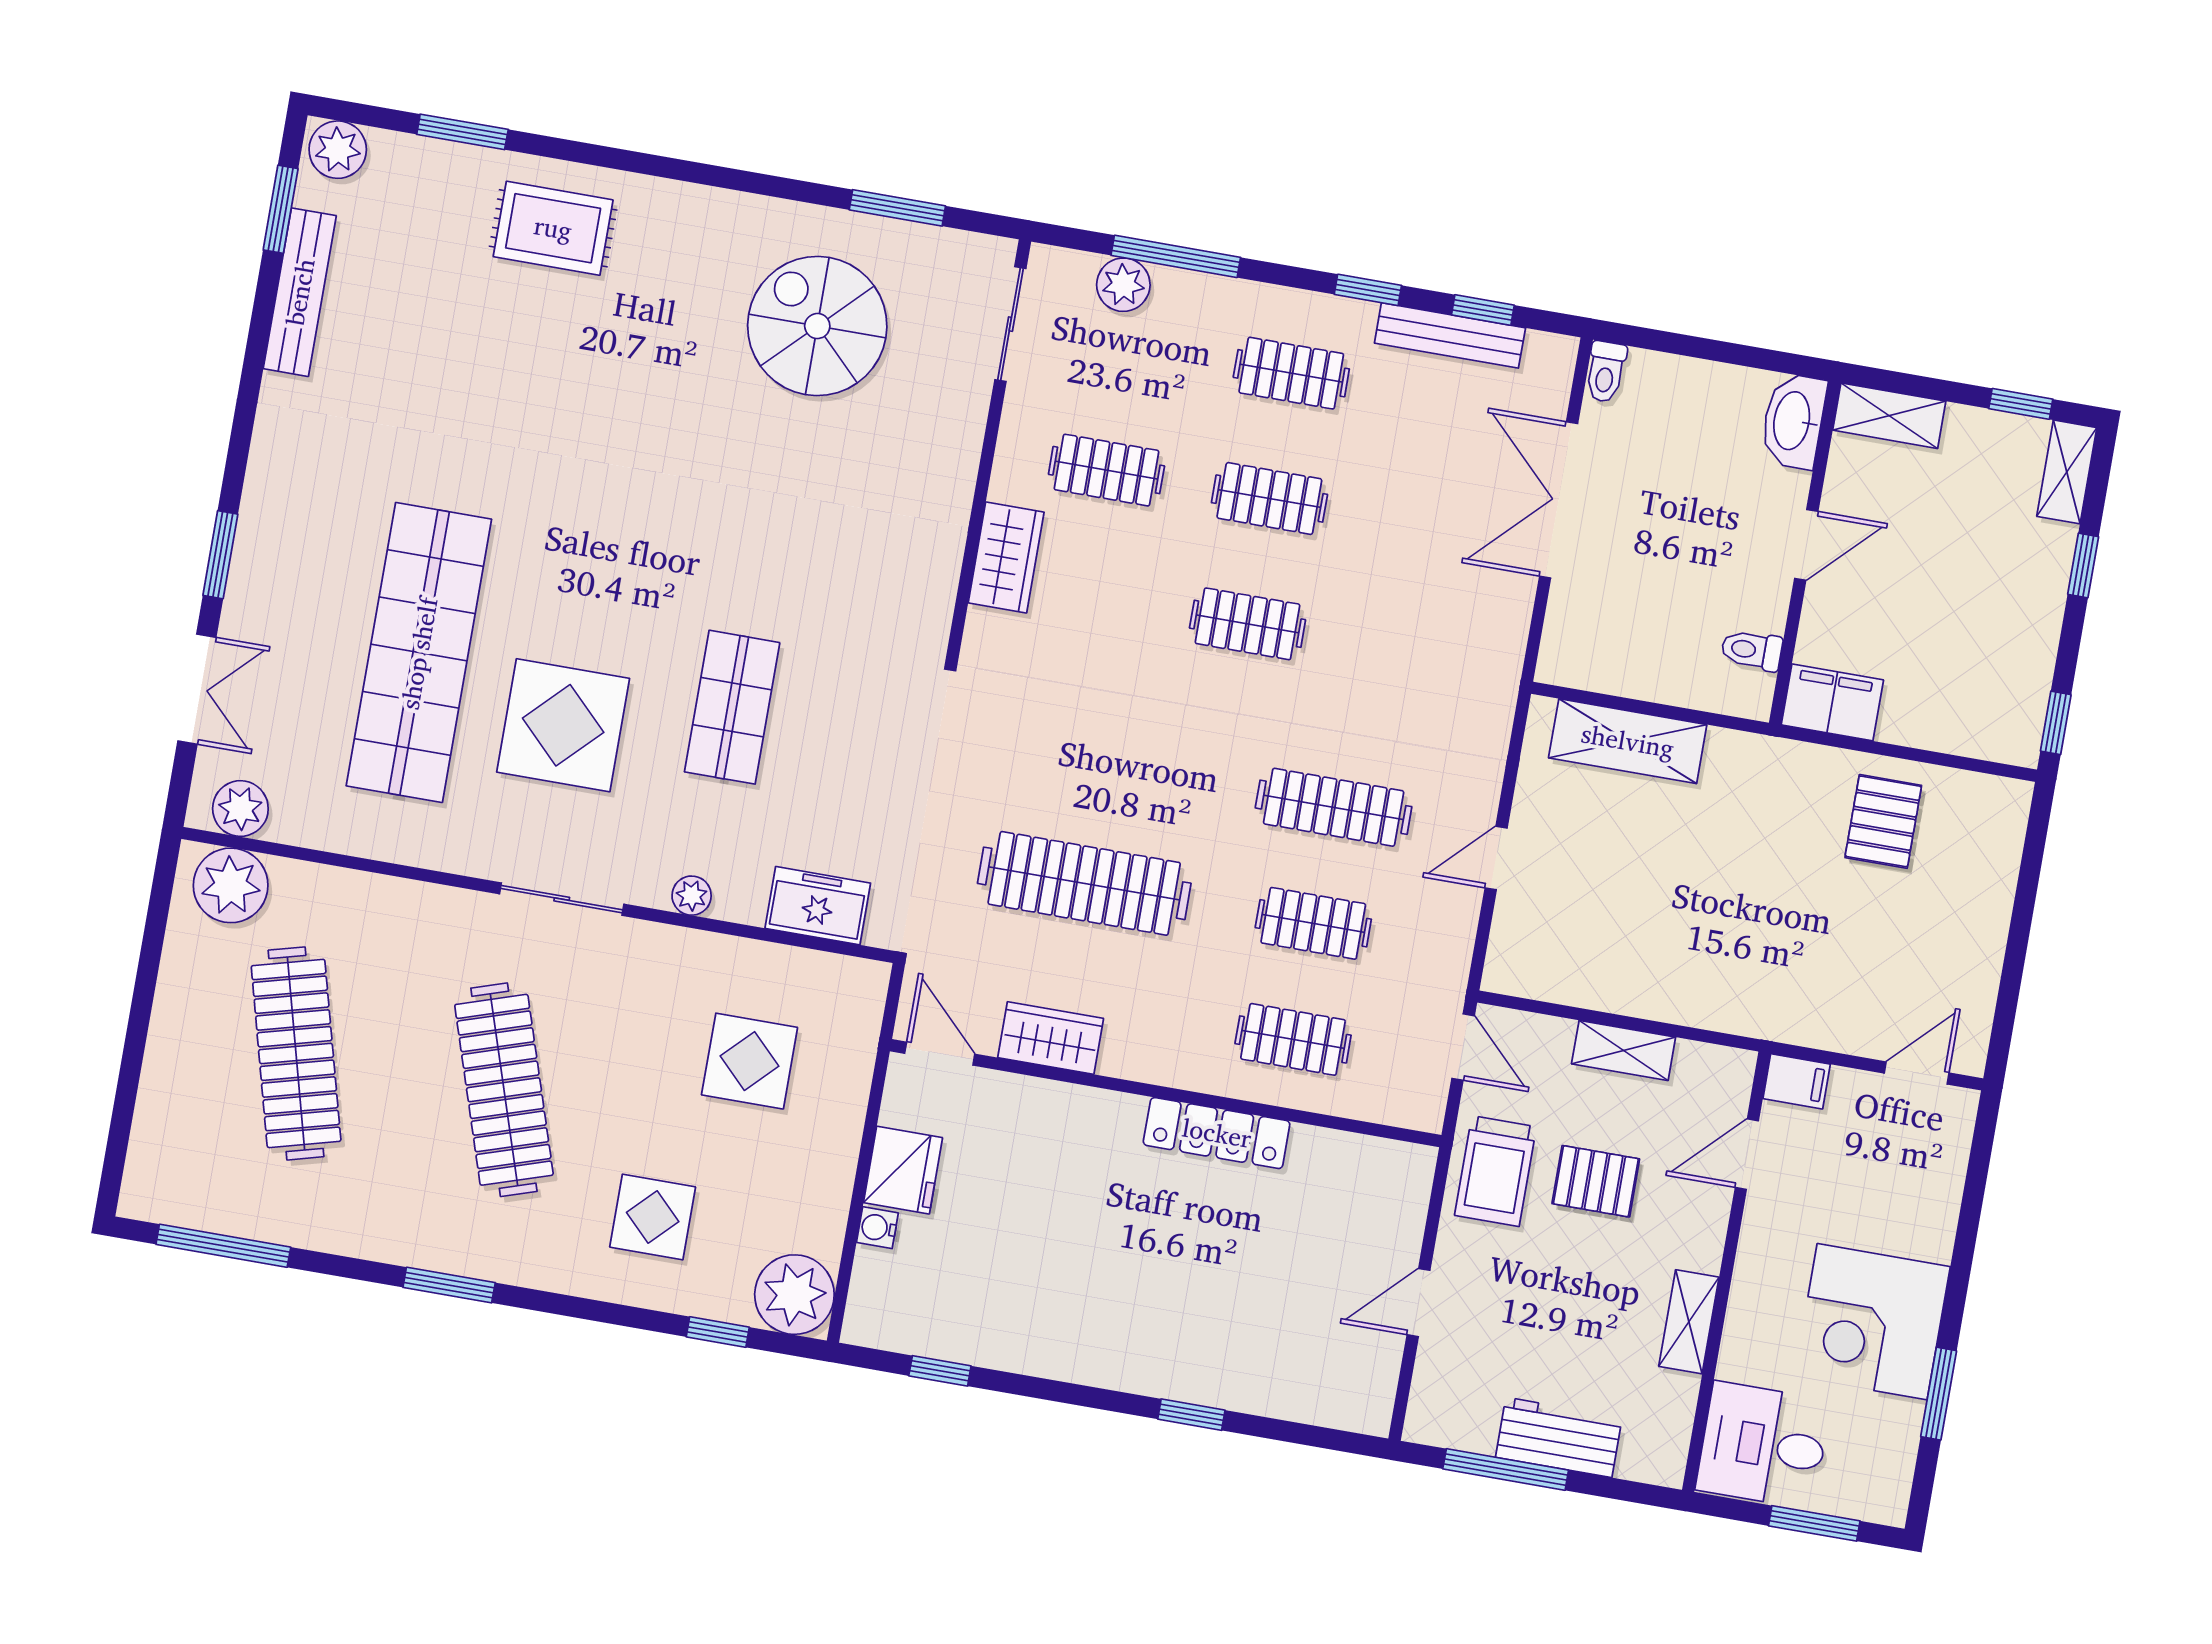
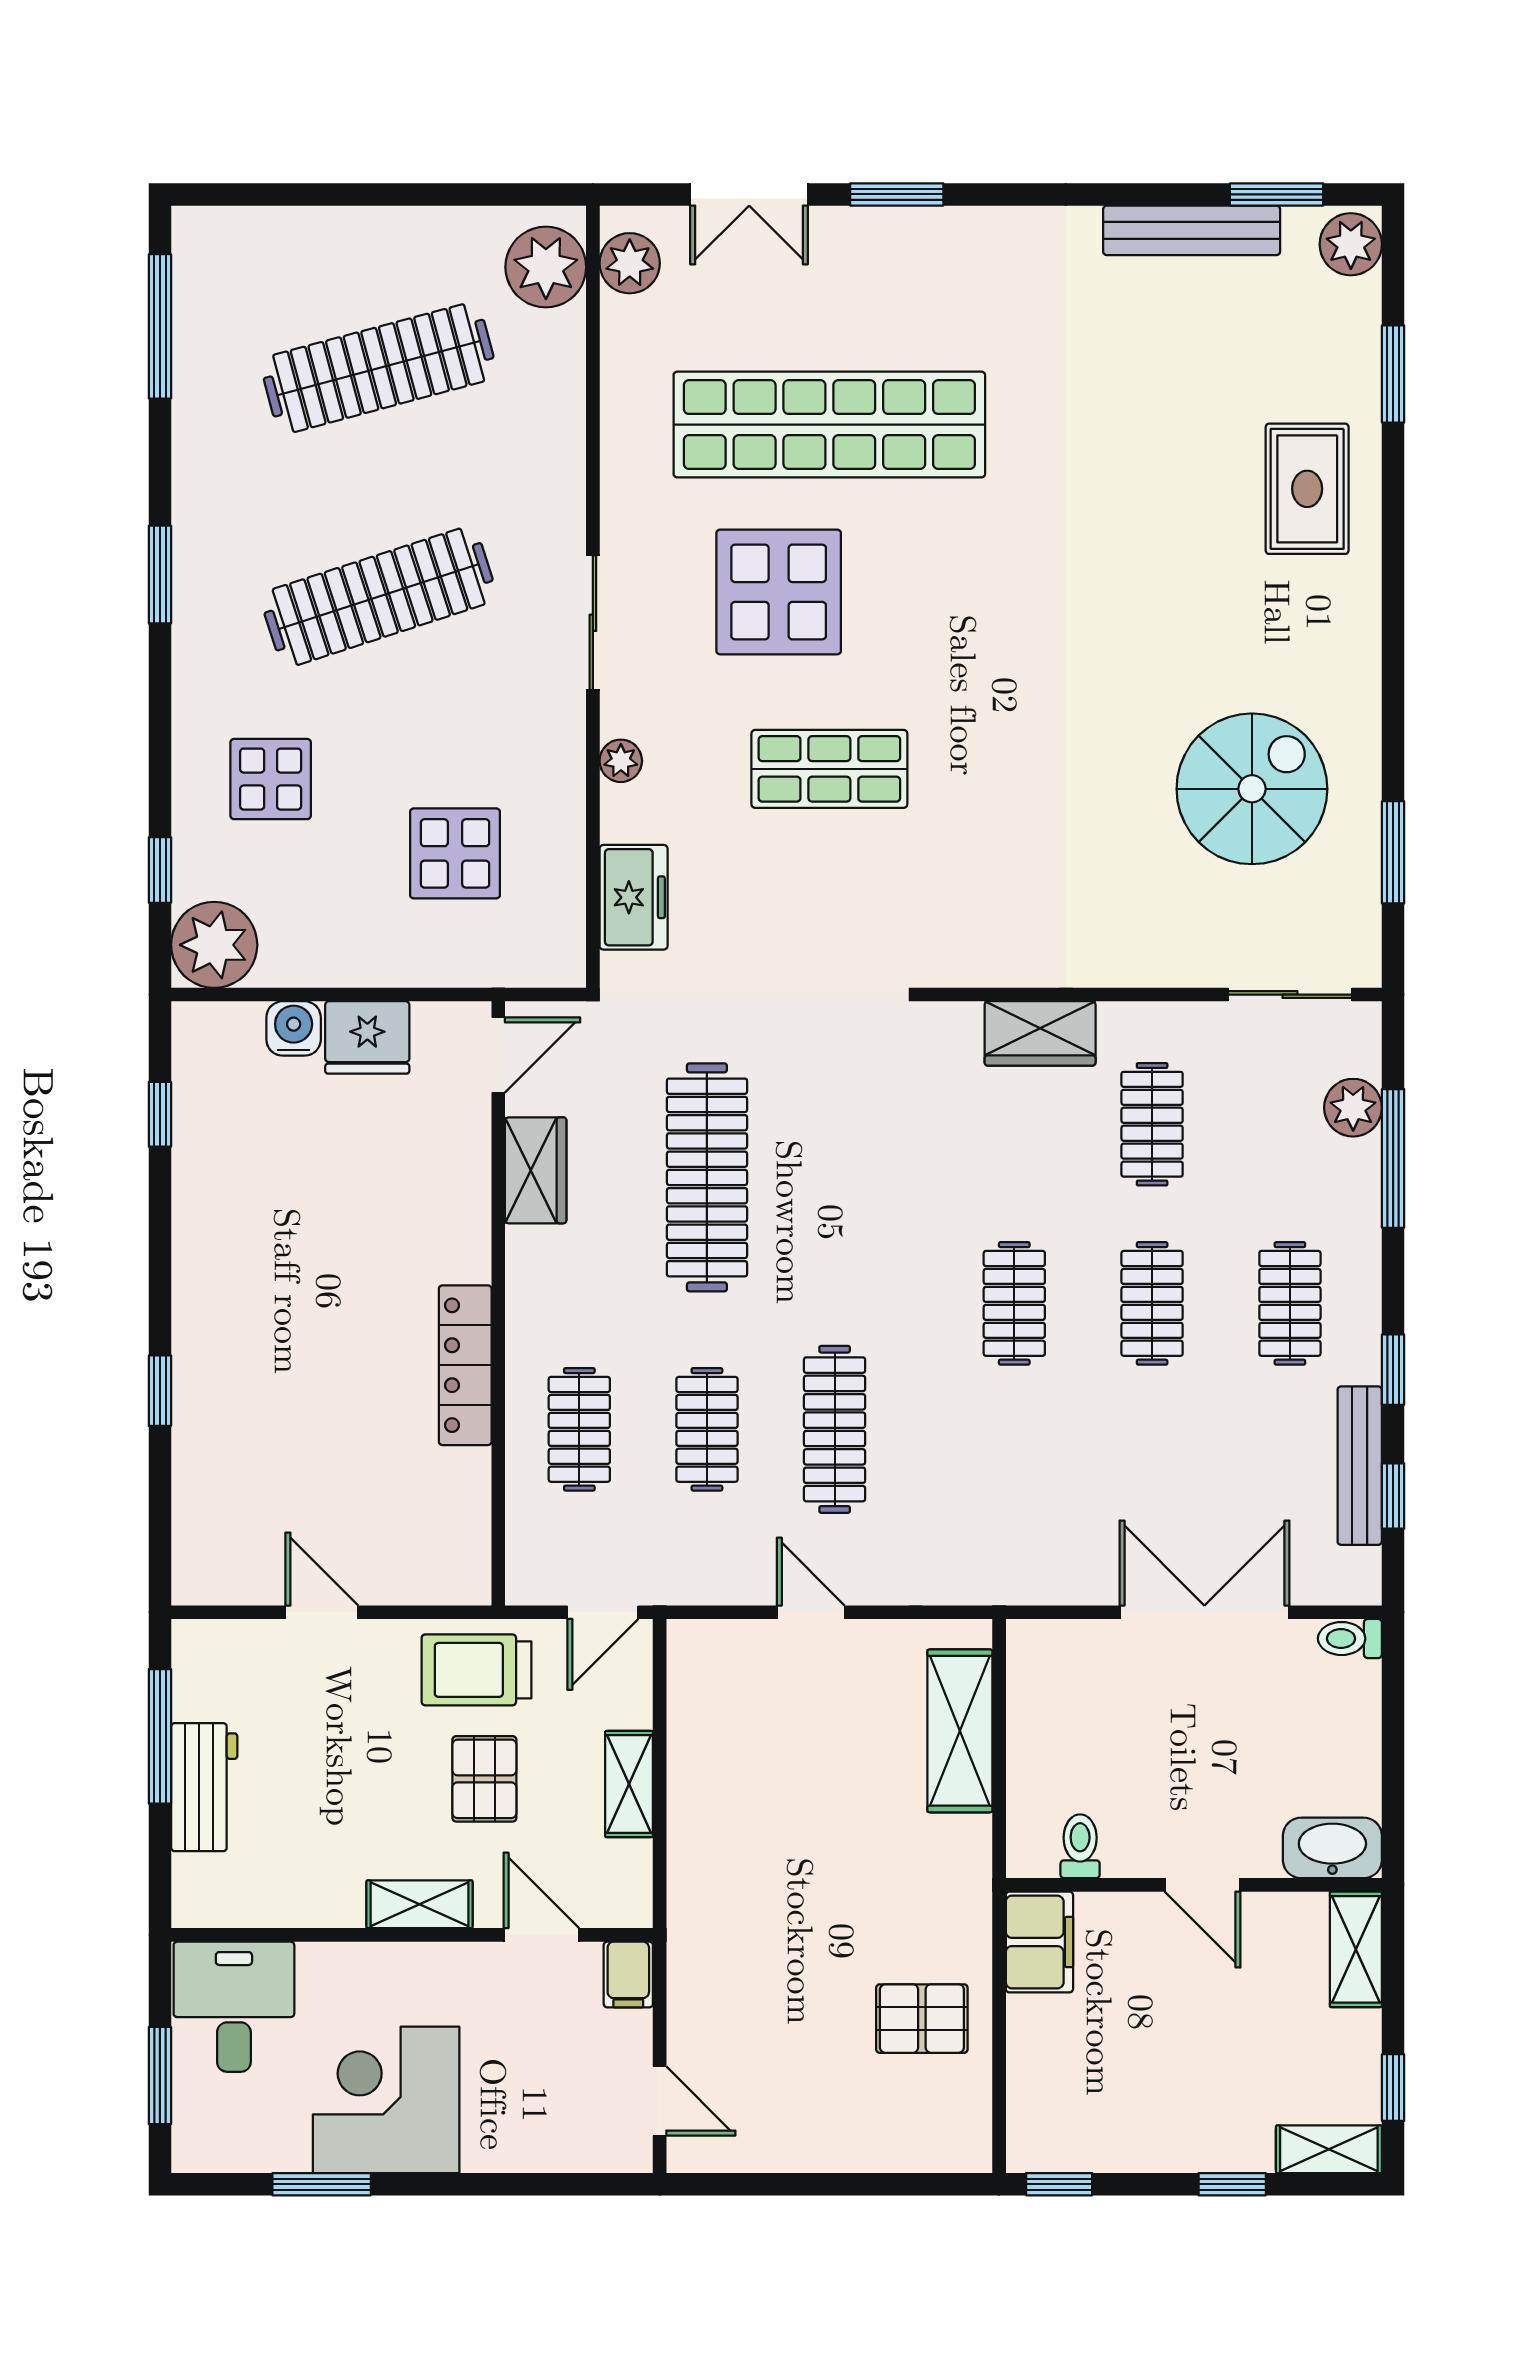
water cooler: (877, 1228) -> (294, 1028), width x1.38, depth x1.38
shelving: (1689, 1322) -> (420, 1904), moved

